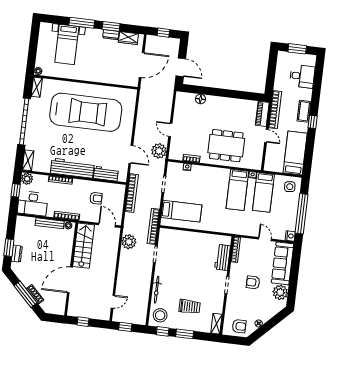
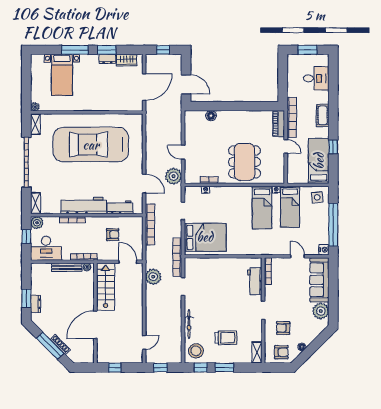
car: (86, 112) -> (91, 145), turned 180
window: (313, 122) -> (333, 147), moved
dining table: (226, 146) -> (244, 162), turned 90
bed: (181, 211) -> (205, 237), width x1.50
armchair: (253, 282) -> (283, 328), moved

